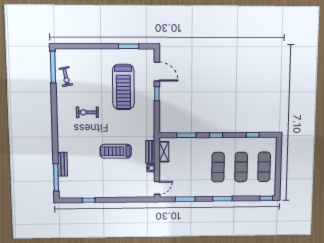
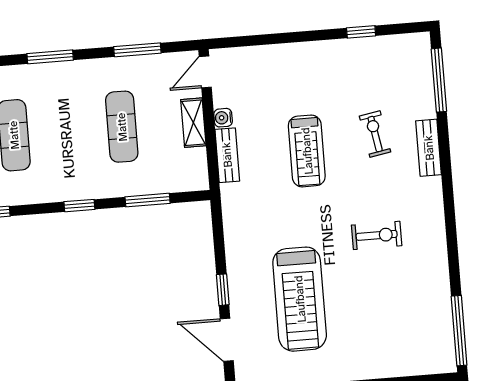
exercise bike: (66, 77) -> (375, 134), moved
treadmill: (123, 87) -> (300, 299), turned 180
treadmill: (116, 151) -> (307, 151), turned 90
shelving: (164, 152) -> (193, 123), moved
bench: (63, 164) -> (429, 148), moved
exercise mat: (218, 167) -> (122, 127), moved

